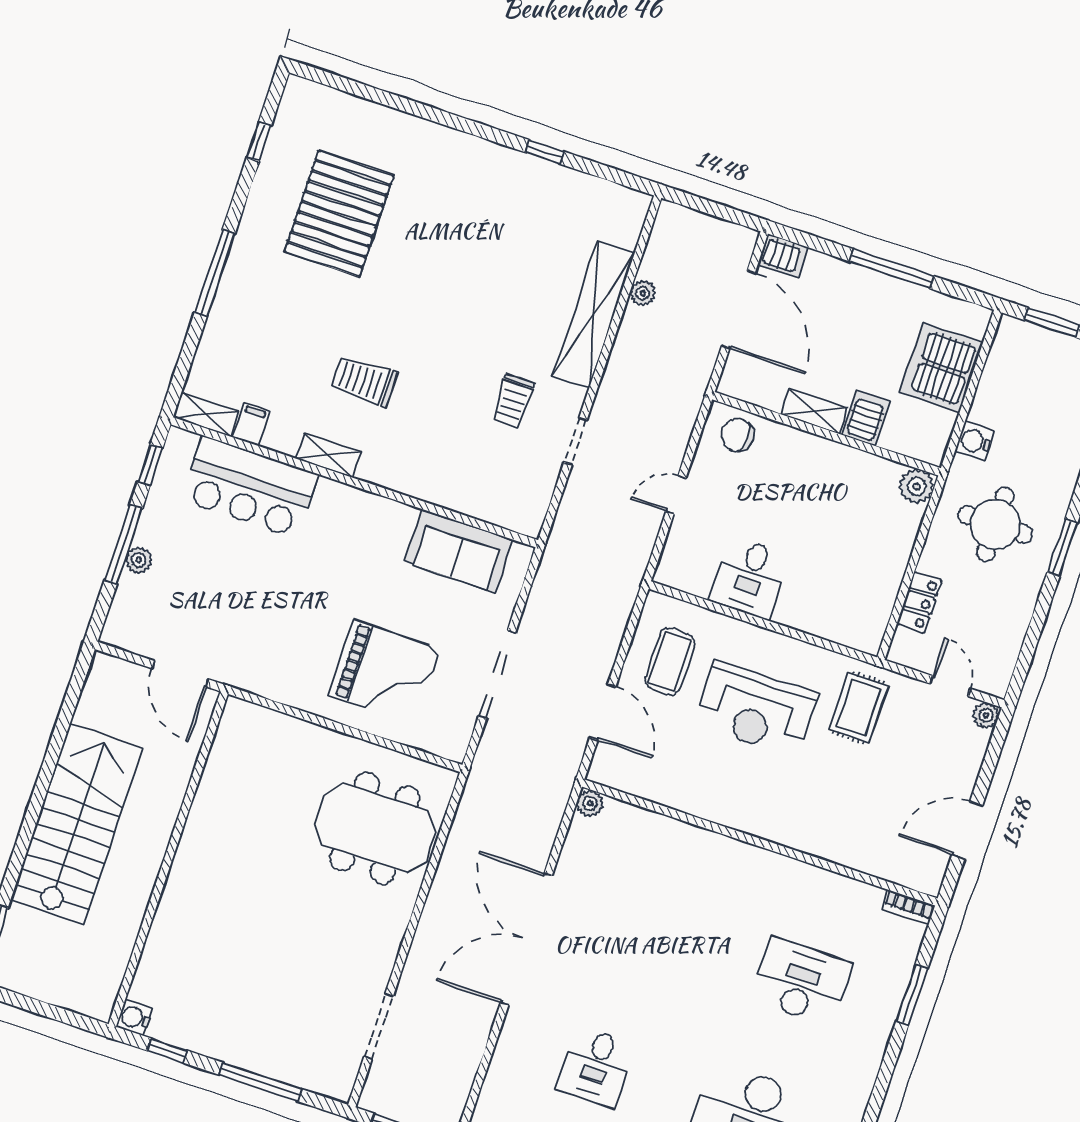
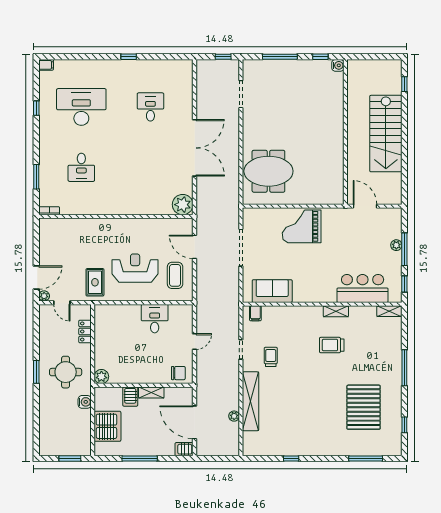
window: (374, 94) -> (366, 458), added
trolley: (364, 381) -> (332, 345), turned 180
filing cabinet: (251, 424) -> (255, 313), moved
grand piano: (385, 672) -> (302, 226), moved
plant: (590, 803) -> (183, 205), width x1.87, depth x1.87
door: (967, 830) -> (36, 278), moved
desk: (801, 982) -> (81, 167), width x0.73

